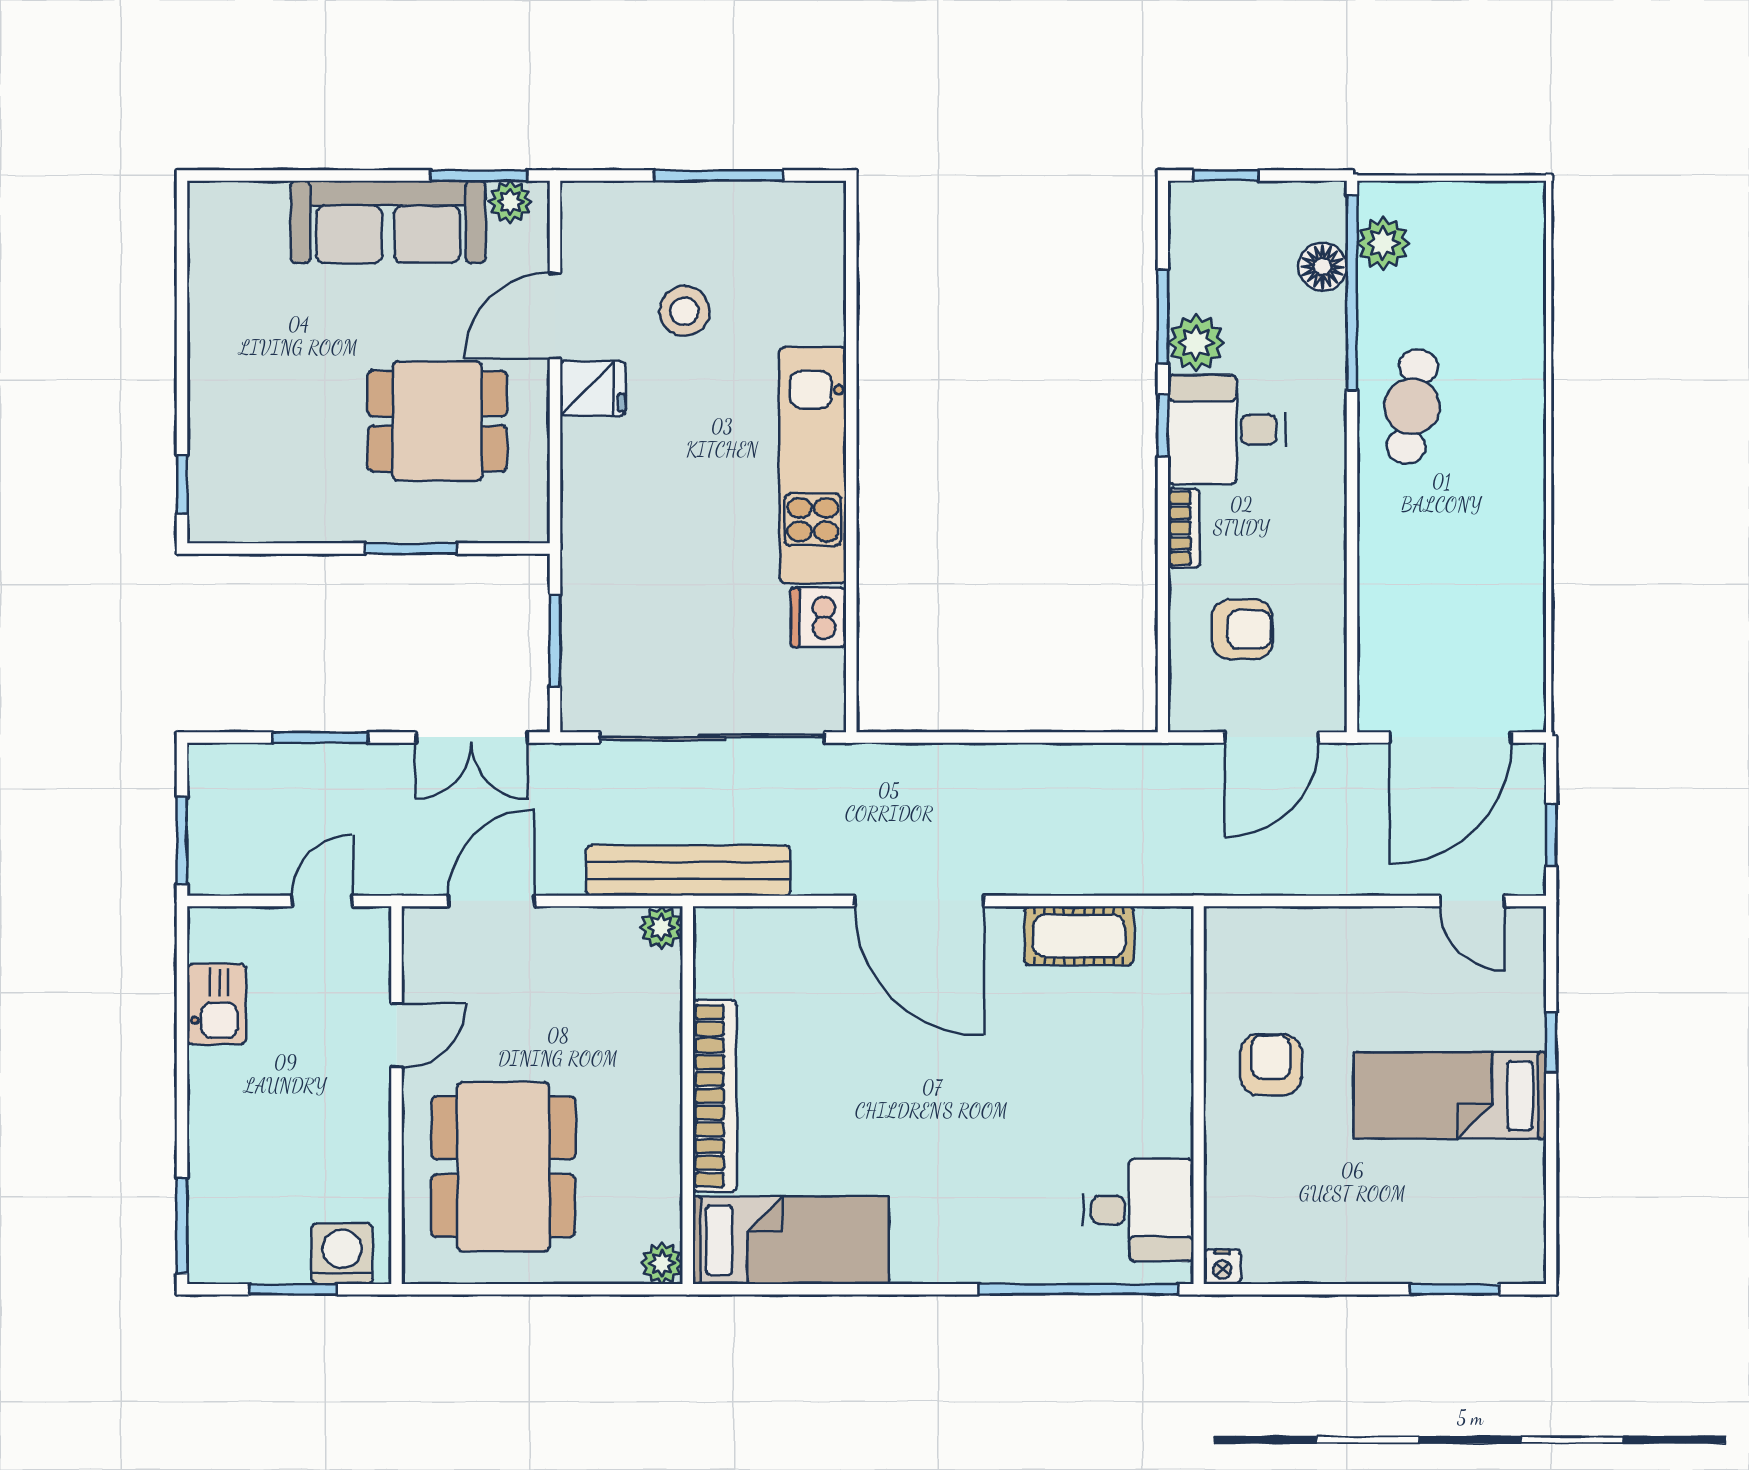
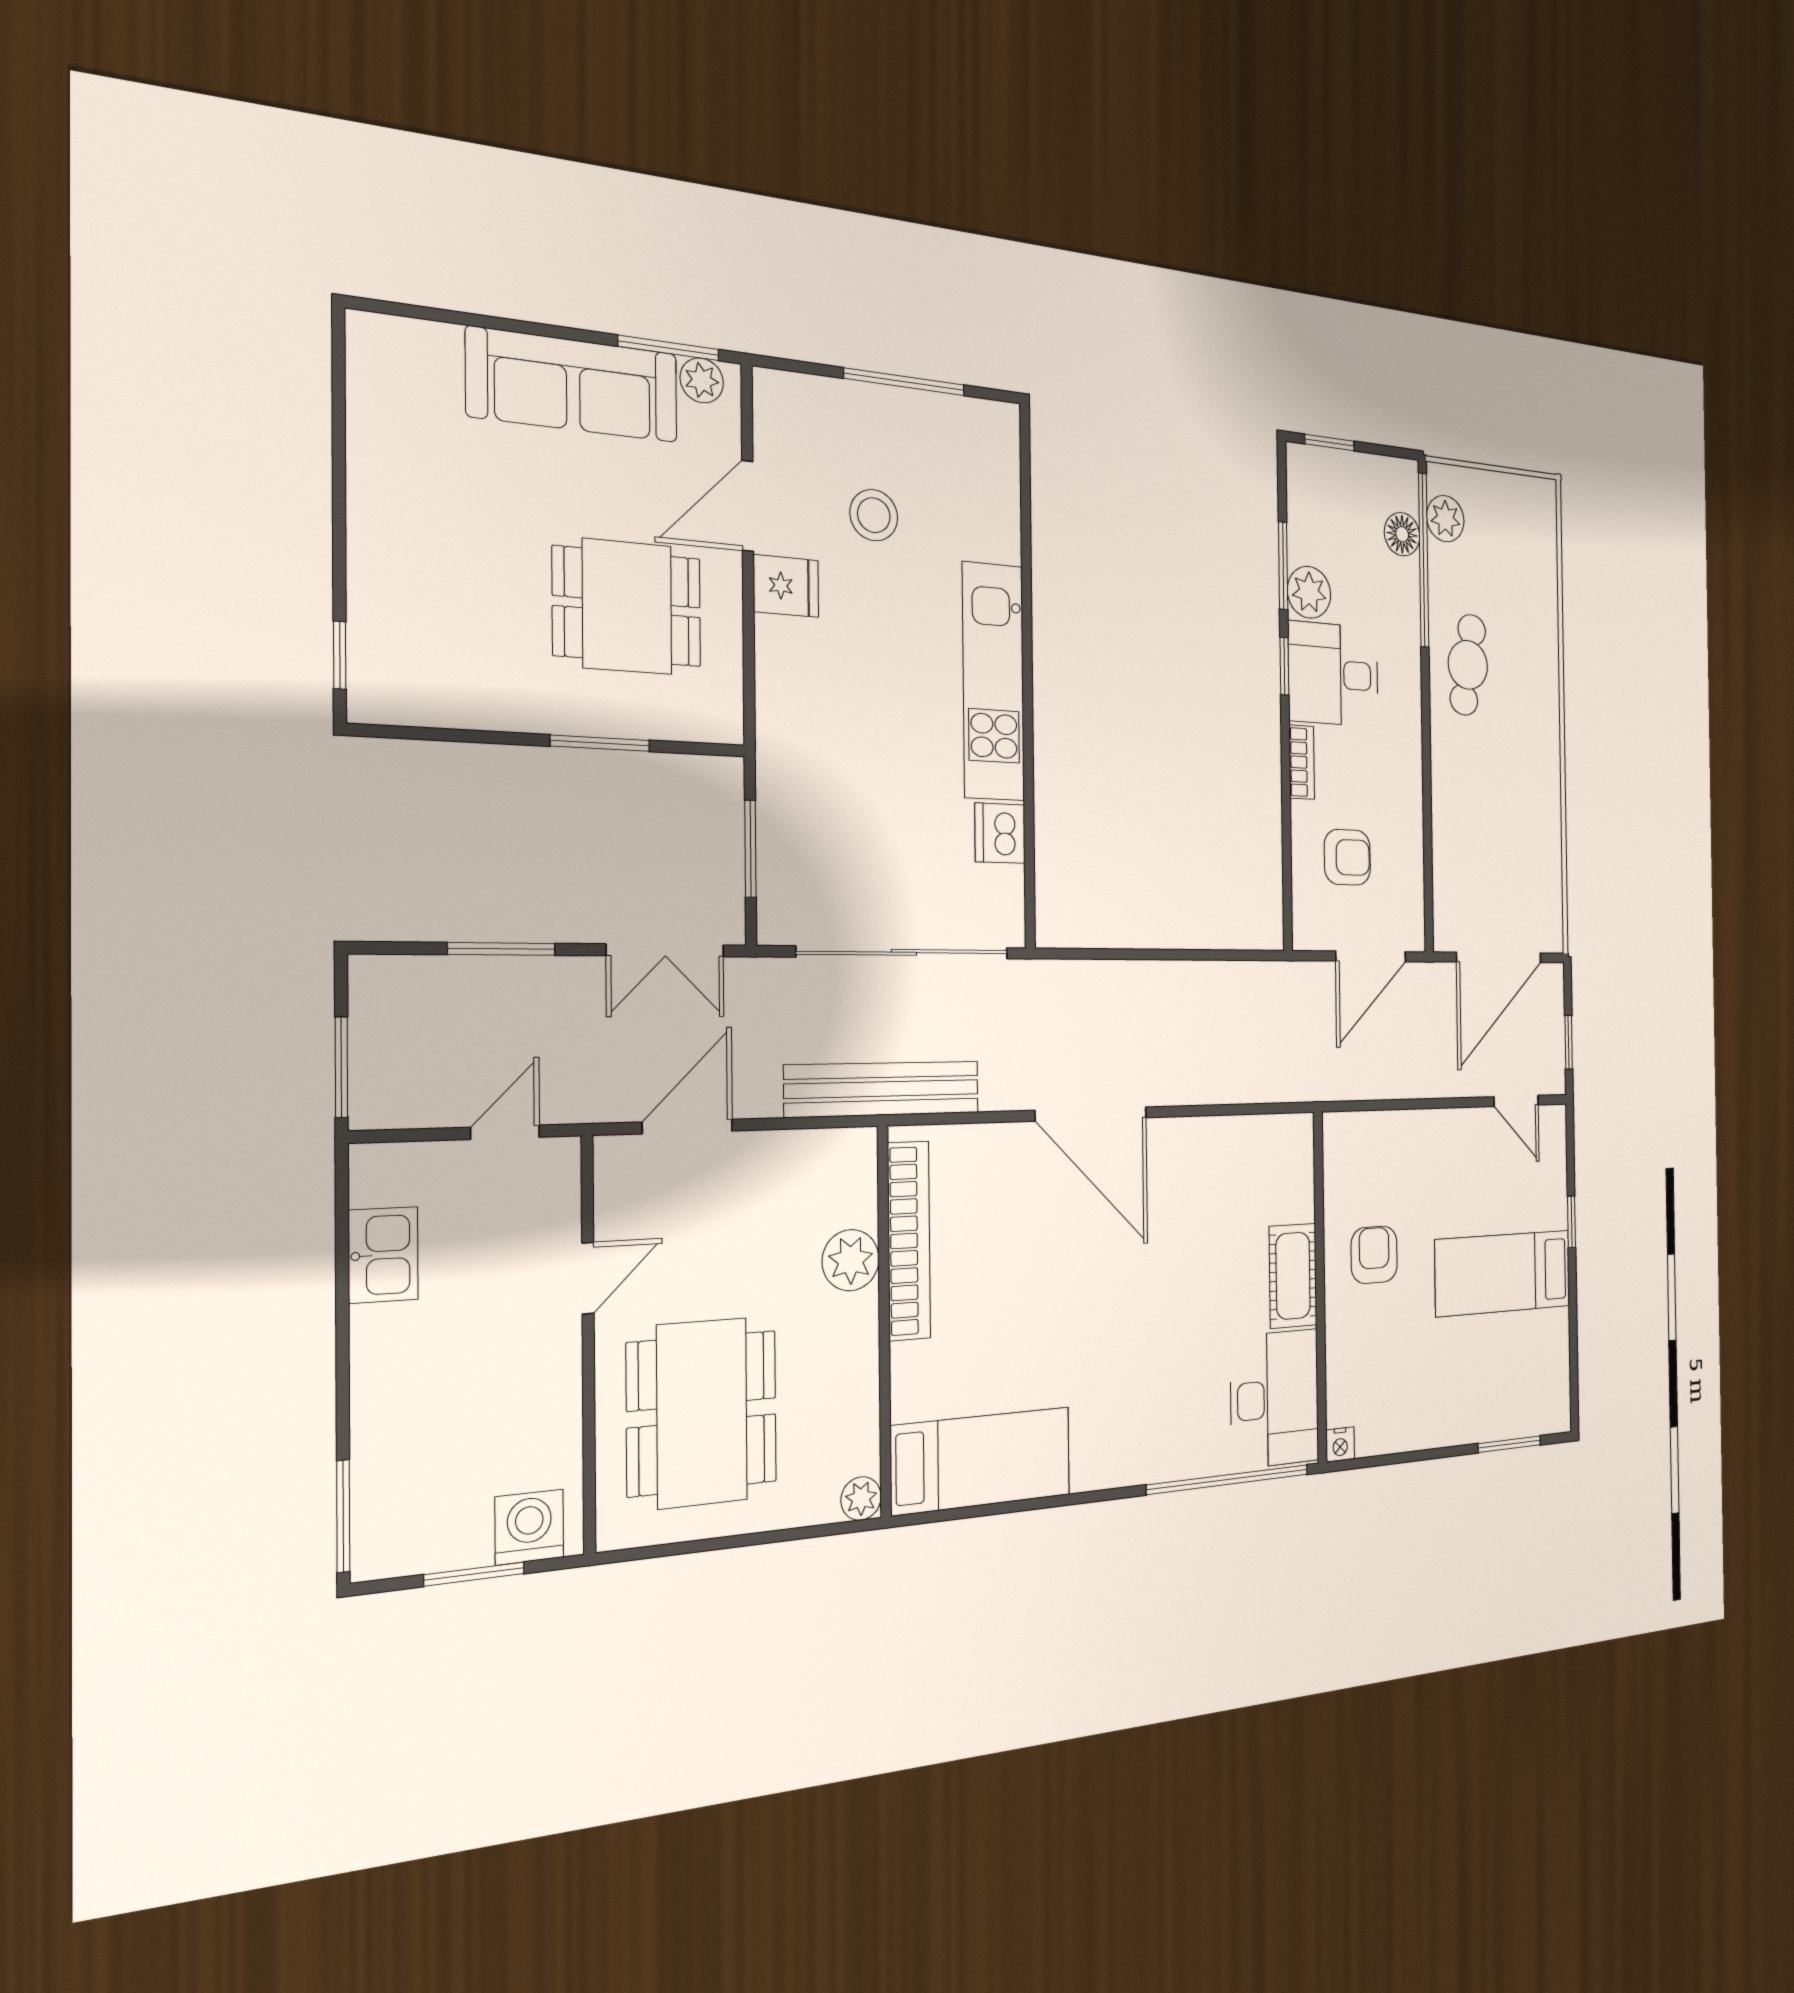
plant: (661, 927) -> (851, 1260), moved, width x1.38, depth x1.38
cot: (1079, 936) -> (1293, 1276), moved, turned 90
bookcase: (715, 1096) -> (909, 1241), moved
desk: (1138, 1210) -> (1275, 1399), width x1.37

